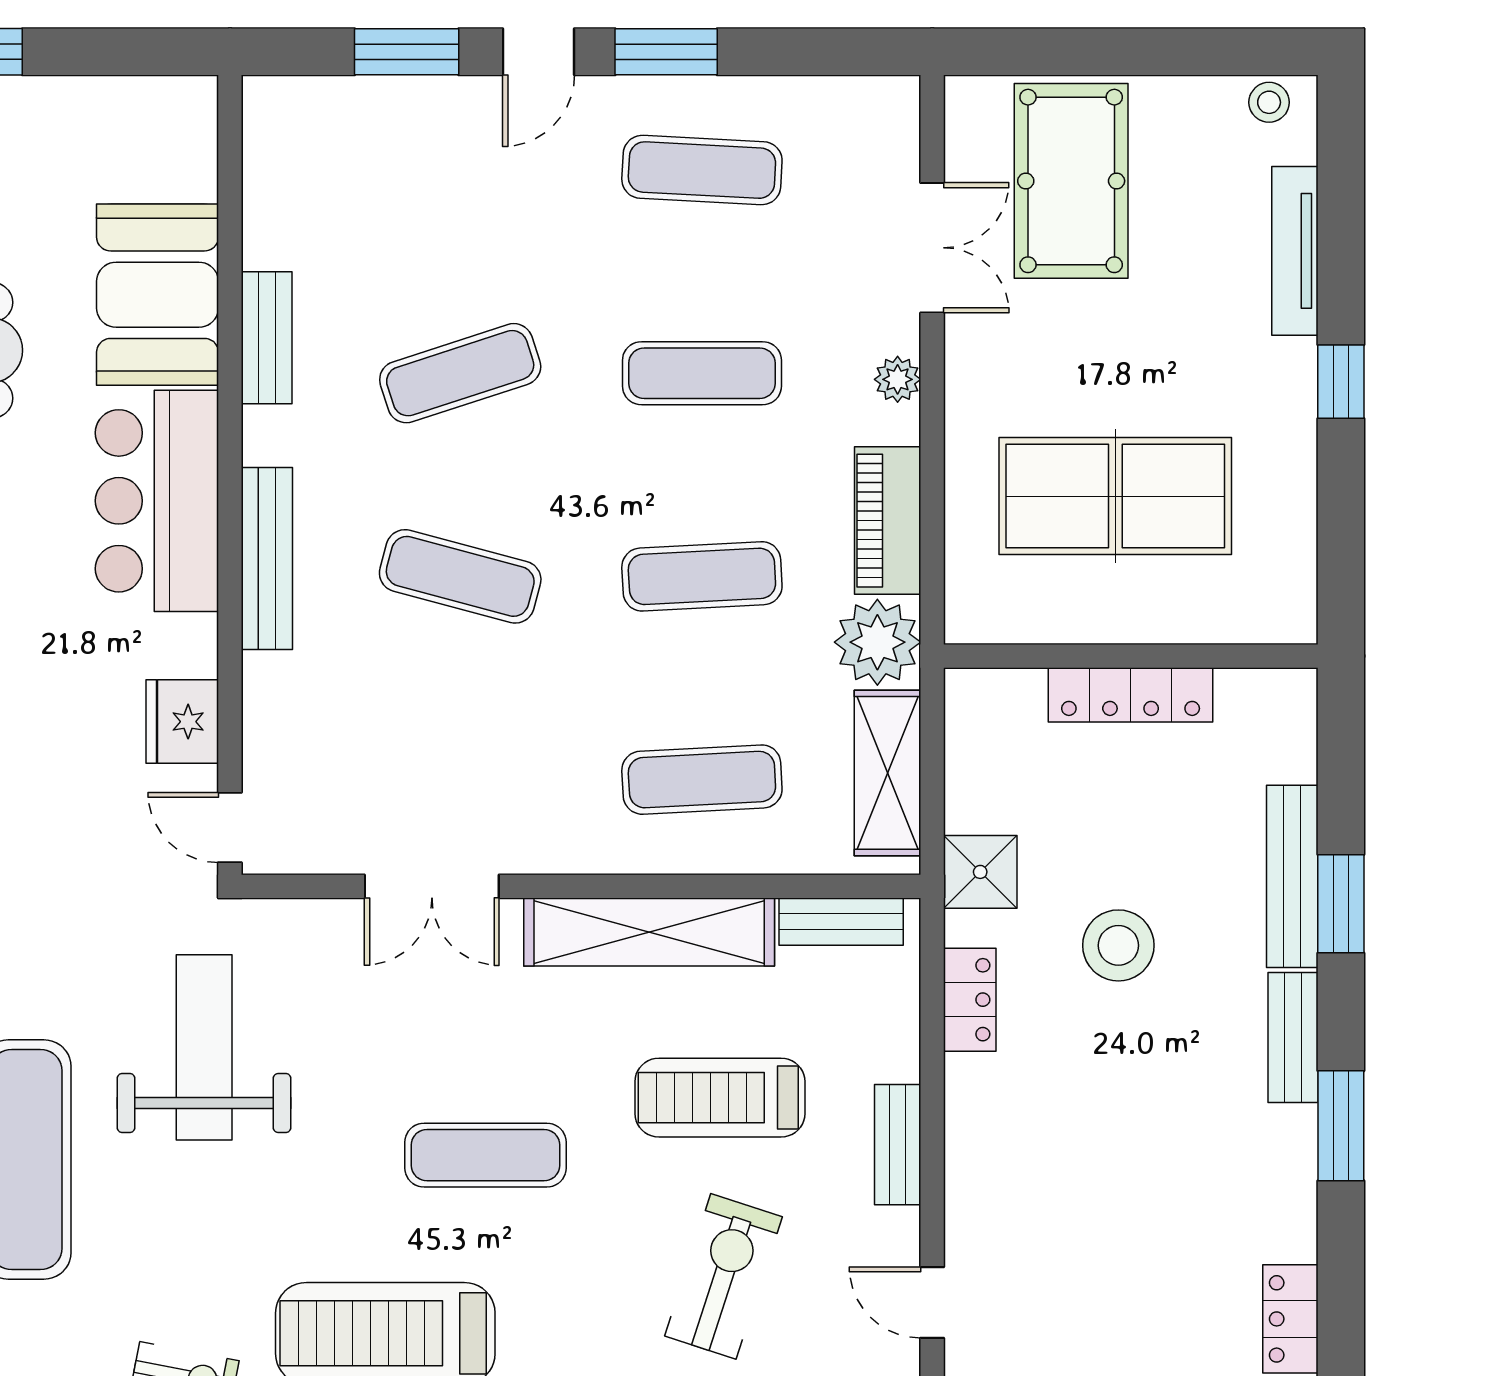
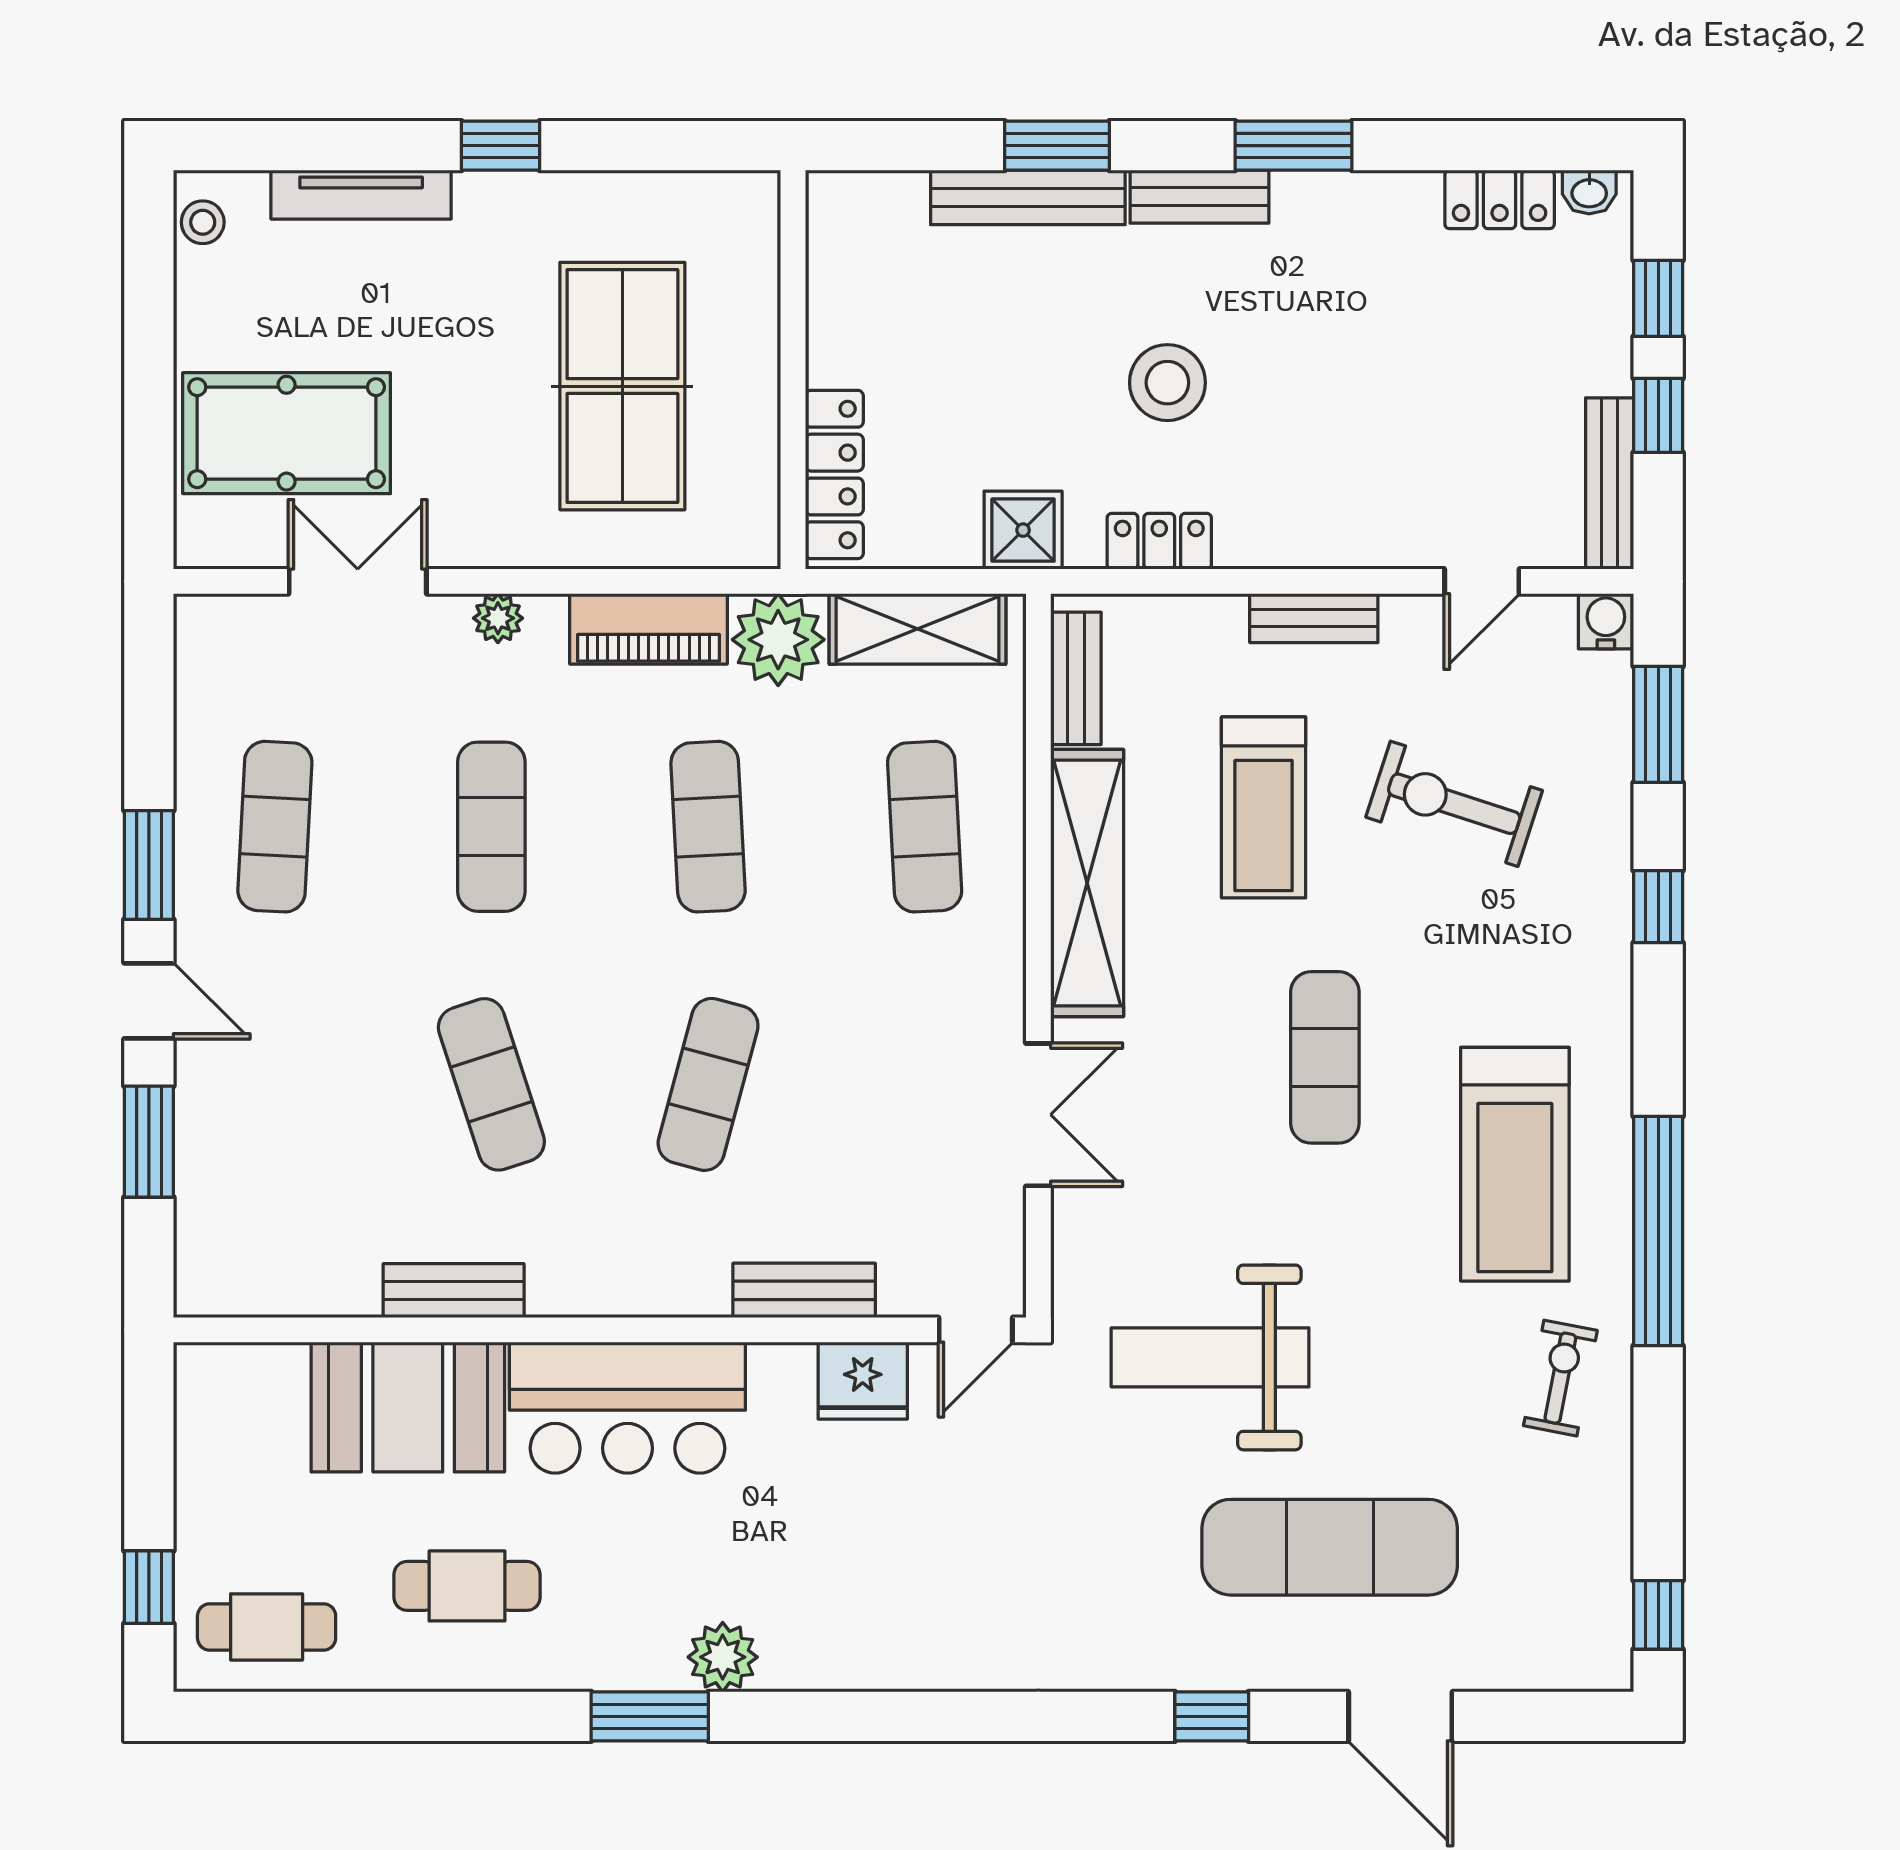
bench: (267, 558) -> (804, 1290), moved, width x0.73
locker: (1131, 695) -> (834, 475), moved
stool: (1118, 945) -> (1167, 383), moved

